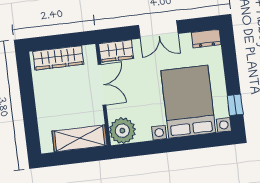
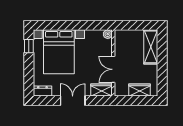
wardrobe: (58, 58) -> (139, 90), width x0.67
plant: (122, 131) -> (108, 34), width x0.53, depth x0.53
shelving: (80, 138) -> (151, 47), moved, turned 90

